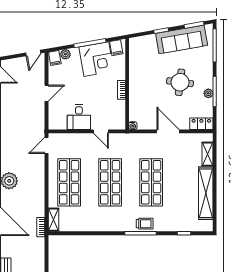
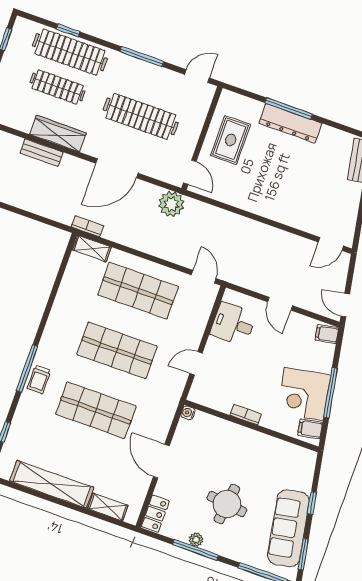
plant: (65, 54) -> (327, 351), removed
desk: (79, 117) -> (233, 324), moved
door: (168, 131) -> (161, 461), swing flipped

